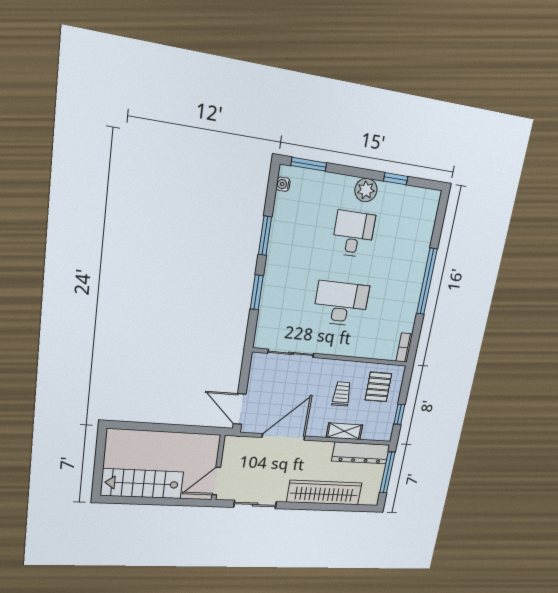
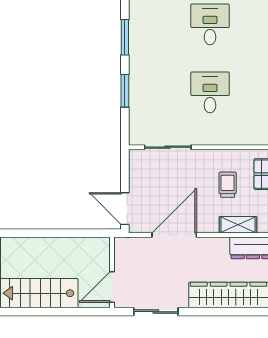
desk: (341, 304) -> (210, 92), width x0.73

